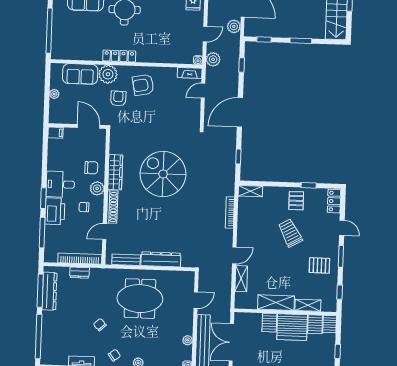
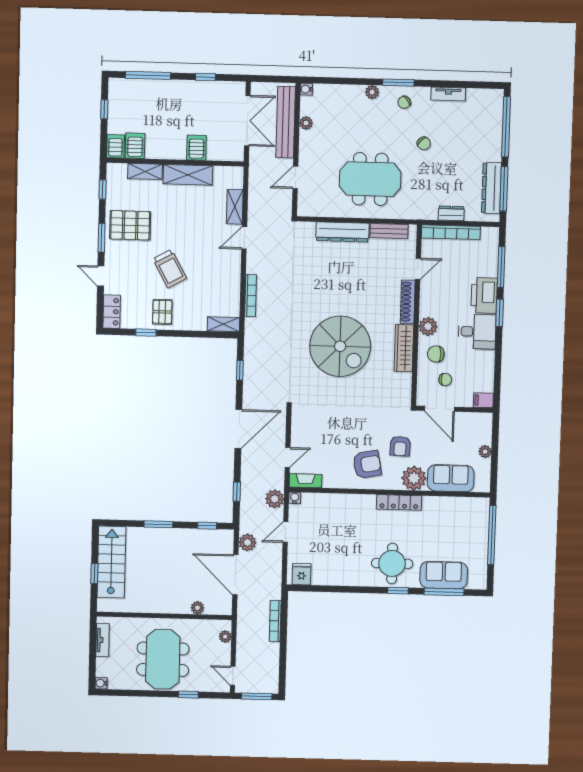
chair: (84, 207) -> (445, 379), moved
pallet: (319, 265) -> (130, 225), width x1.50, depth x1.42
server rack: (292, 327) -> (166, 142), removed

